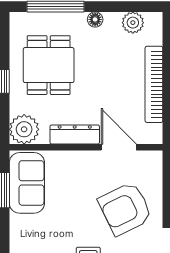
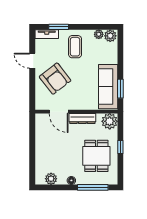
bookcase: (154, 84) -> (40, 145), removed
sofa: (27, 183) -> (108, 87), width x1.36
armchair: (125, 209) -> (55, 79), turned 78

